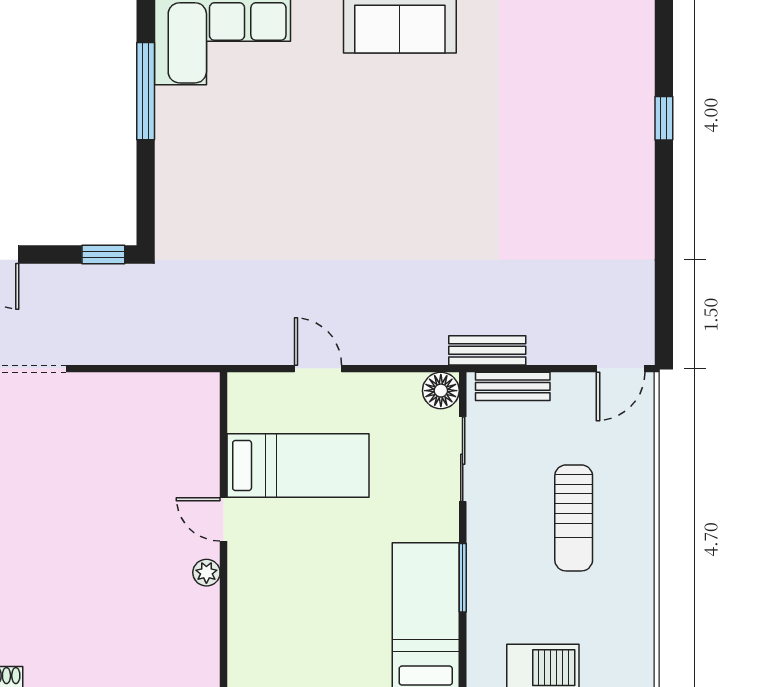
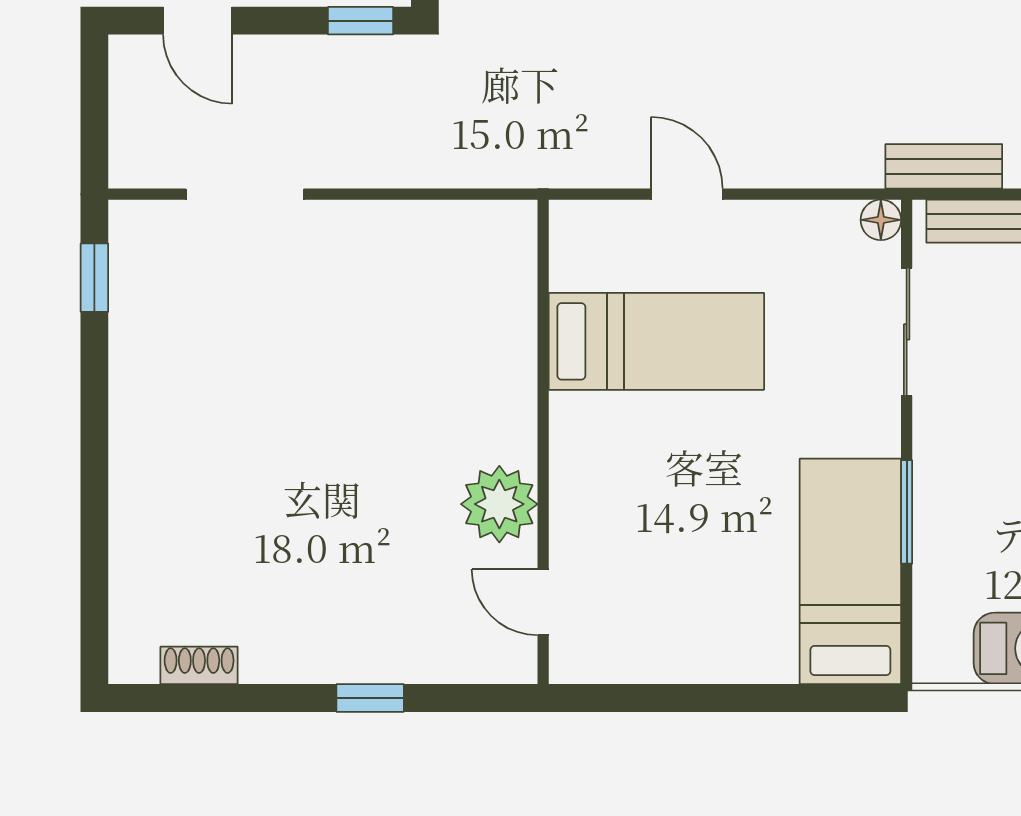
floor lamp: (441, 391) -> (881, 220), width x0.73, depth x0.73
door: (224, 519) -> (543, 602), moved
plant: (206, 573) -> (499, 504), width x1.88, depth x1.88

